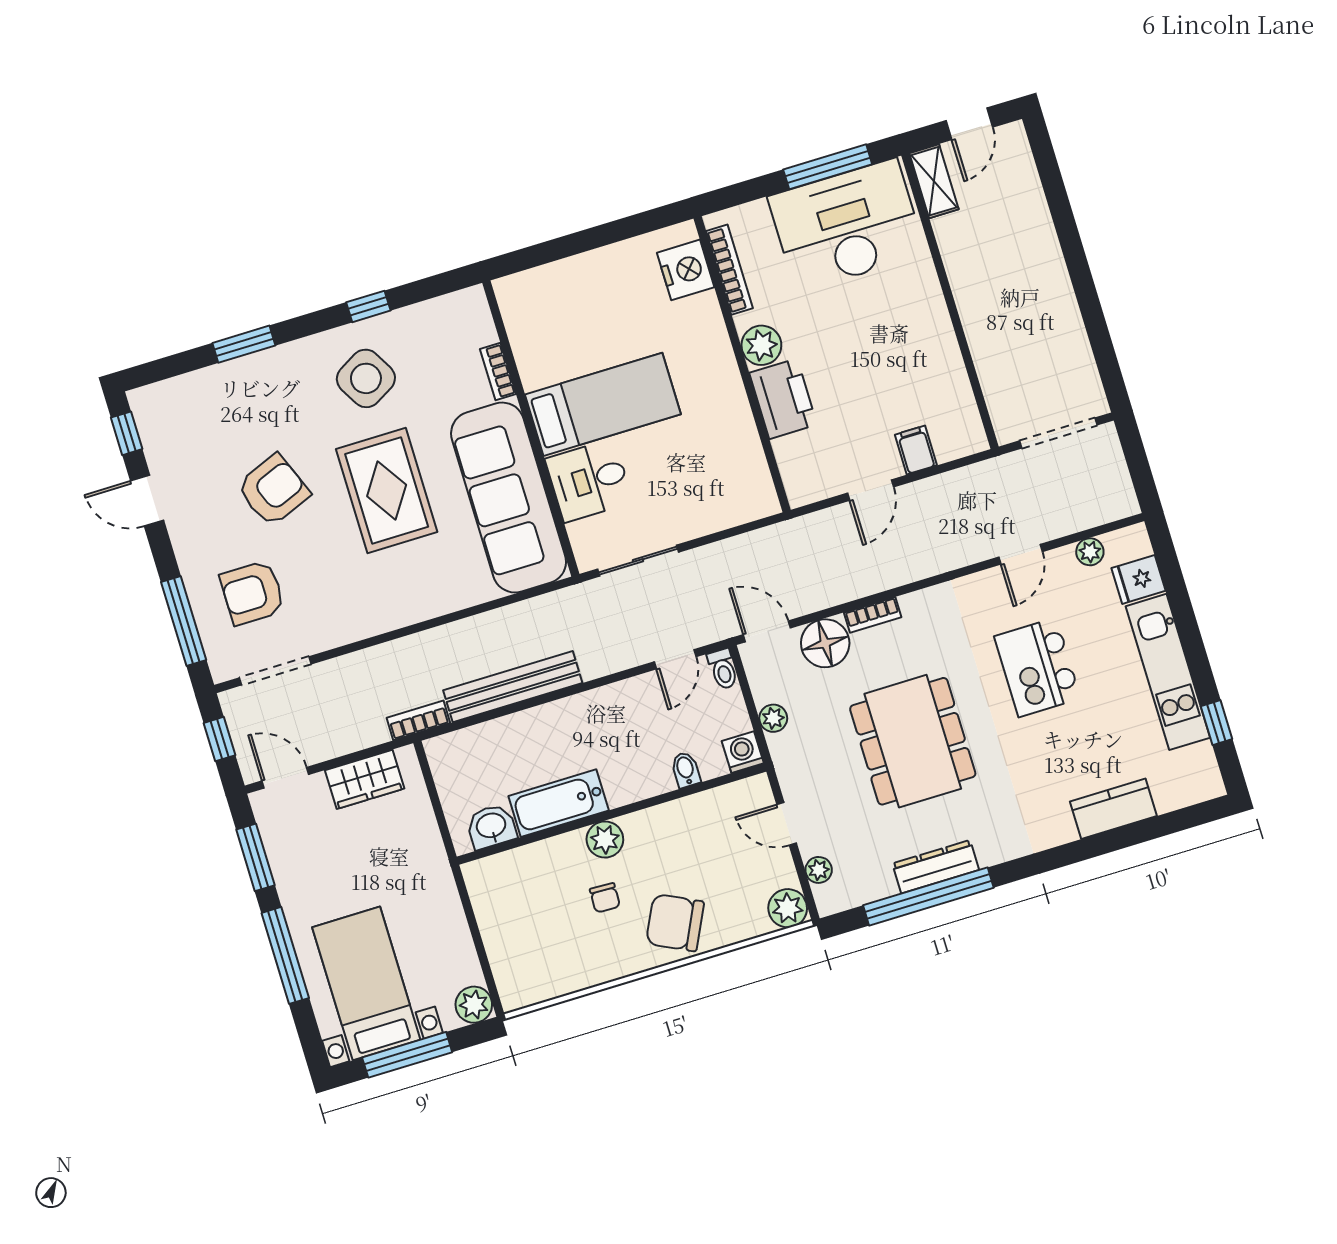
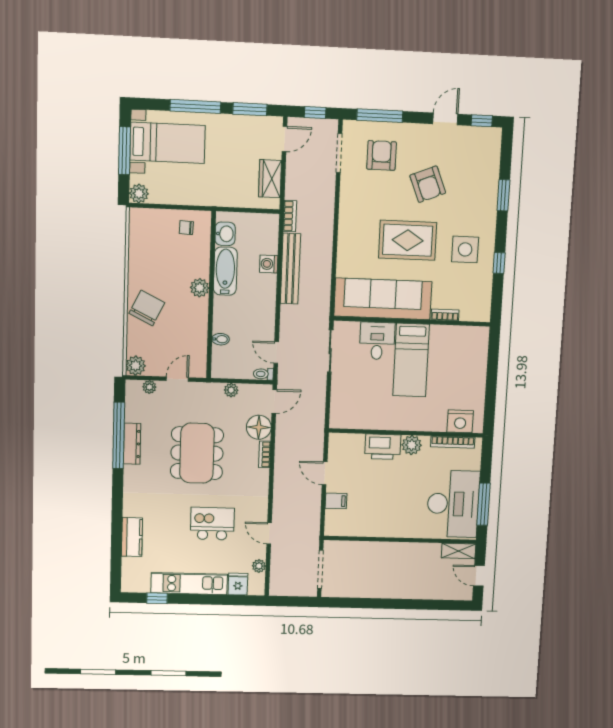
side table: (366, 378) -> (465, 249), turned 30
dining table: (913, 741) -> (197, 453), turned 90
washing machine: (743, 752) -> (269, 264), moved, turned 180
chair: (605, 898) -> (186, 228), moved

